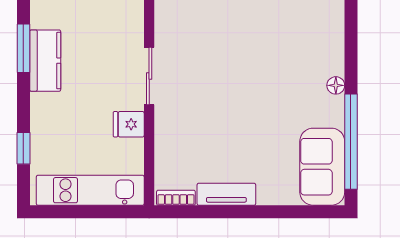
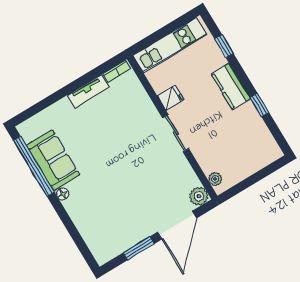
window: (23, 48) -> (259, 105), width x0.67
kitchen counter: (45, 61) -> (231, 86), moved
sofa: (322, 167) -> (53, 160), moved

